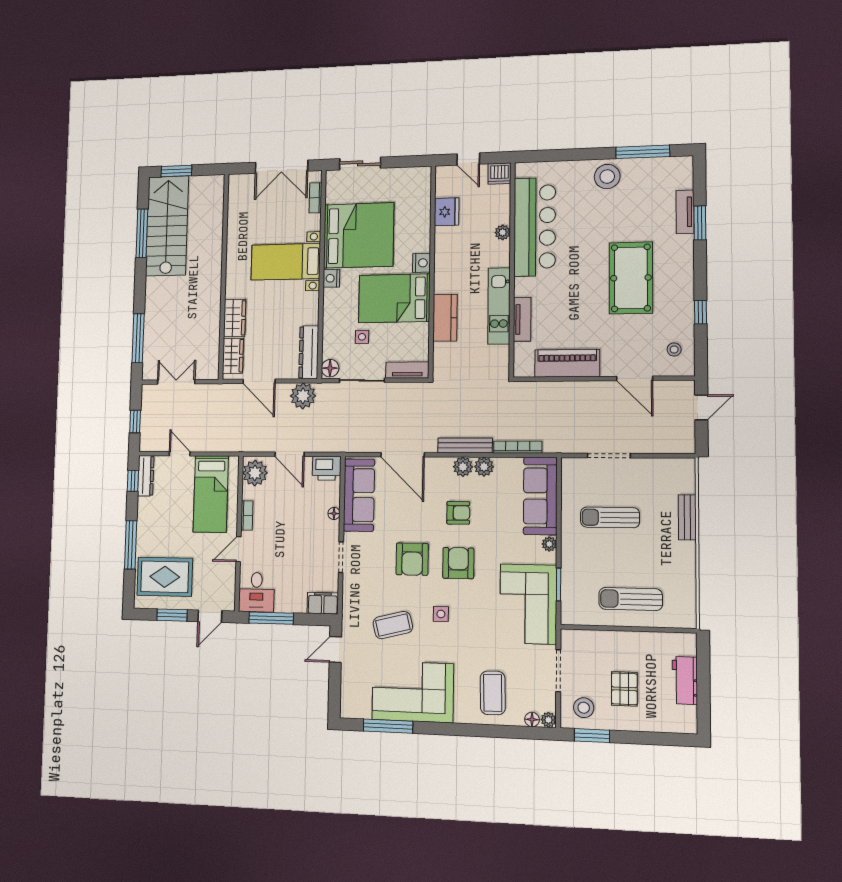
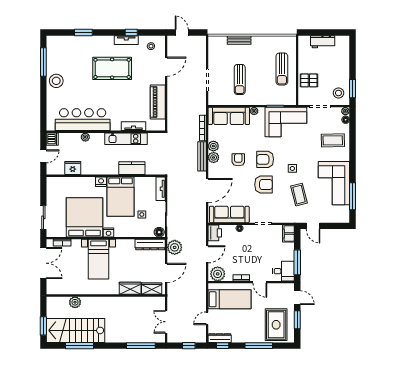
tv unit: (685, 212) -> (126, 40), moved
plant: (214, 223) -> (75, 302), added
pallet: (624, 689) -> (309, 80), moved

